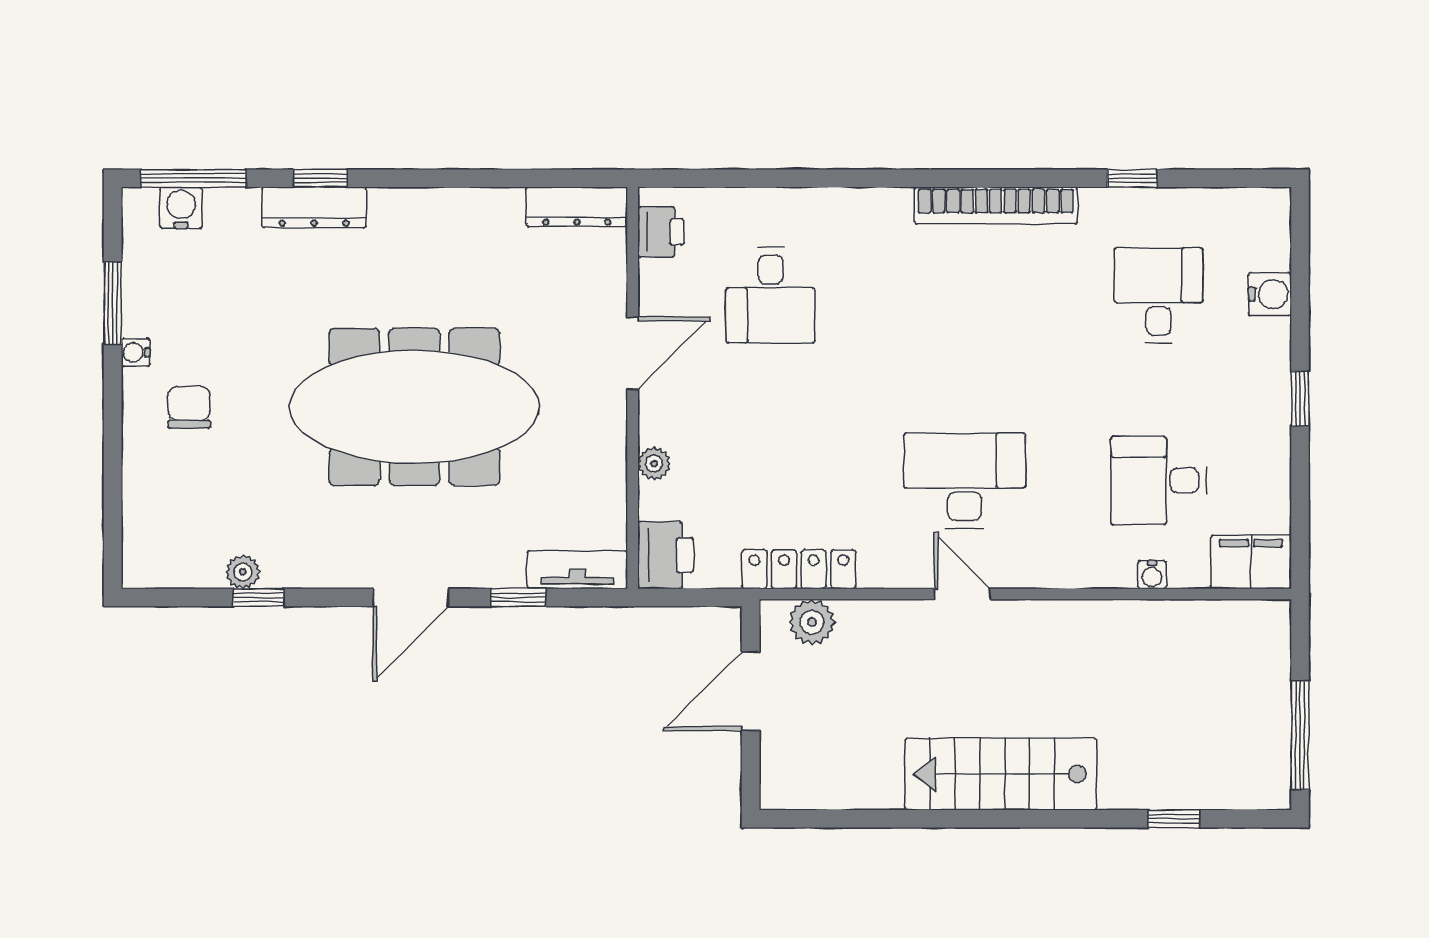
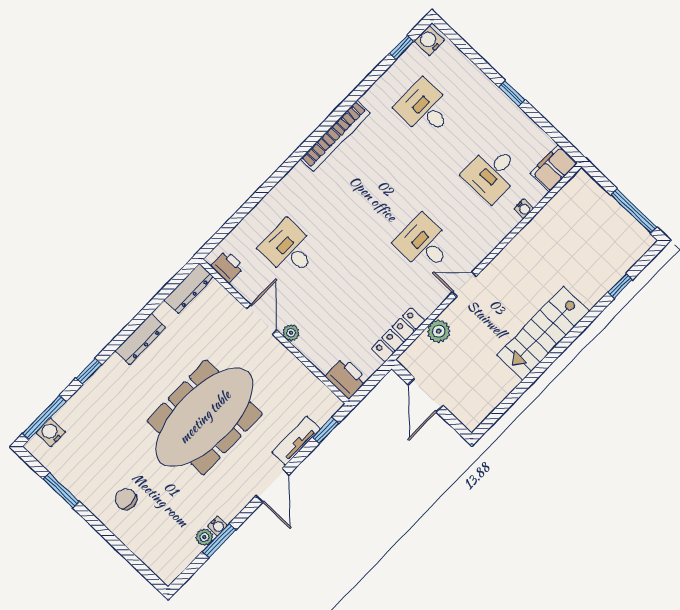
window: (1132, 178) -> (402, 47), moved
dresser: (314, 207) -> (140, 339), moved
water cooler: (1270, 294) -> (429, 41), moved, turned -90
desk: (771, 295) -> (289, 249), turned 180
water cooler: (135, 352) -> (217, 526), moved, turned -90
plant: (654, 464) -> (291, 333), moved
desk: (965, 480) -> (424, 244), width x0.73
tv unit: (577, 570) -> (296, 441), moved
window: (258, 597) -> (219, 541), width x1.50
window: (518, 597) -> (326, 430), moved
plant: (812, 622) -> (439, 331), moved

